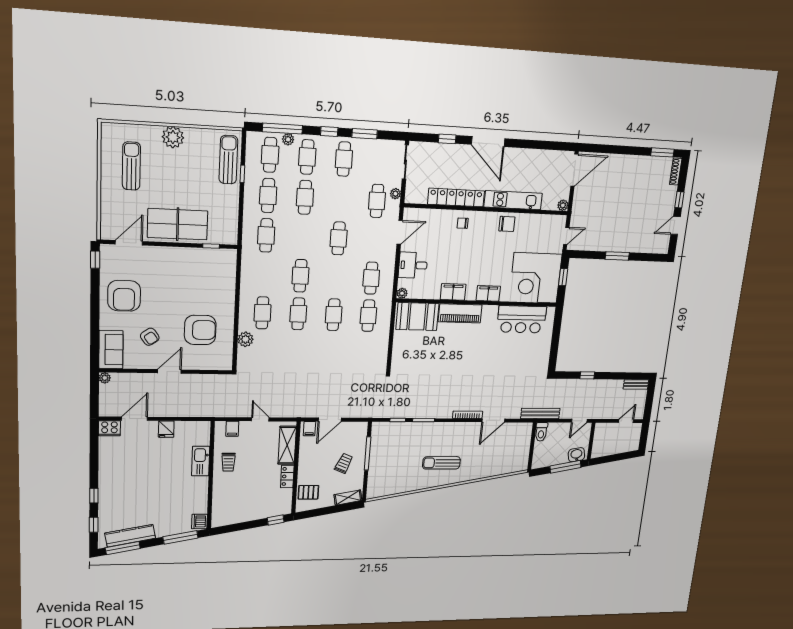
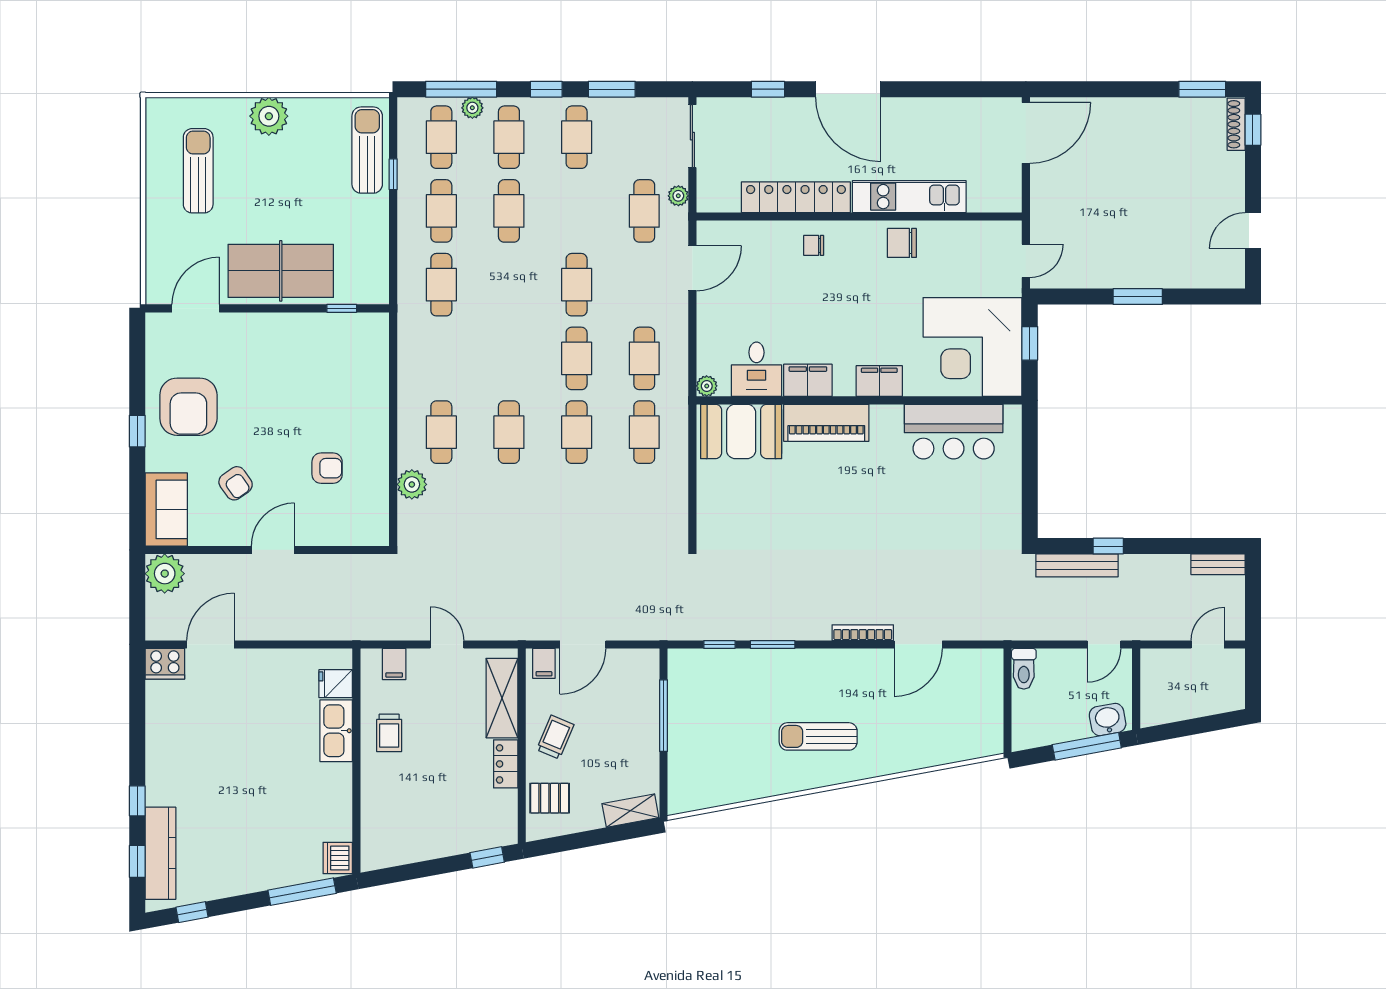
window: (679, 200) -> (1253, 130), moved
plant: (563, 205) -> (1011, 202), removed
chair: (507, 224) -> (902, 243), turned 180
window: (95, 260) -> (137, 431), moved
desk: (413, 265) -> (756, 369), moved, turned -90
cafe table: (300, 276) -> (577, 358), moved
armchair: (200, 330) -> (327, 468), width x0.53, depth x0.53
plant: (105, 378) -> (165, 574), width x1.87, depth x1.87
bench: (540, 414) -> (1077, 565), moved
fridge: (166, 429) -> (336, 684), moved, turned 90
trolley: (344, 463) -> (555, 737), moved
kitchen counter: (130, 536) -> (160, 853), moved, turned 100
window: (123, 548) -> (192, 912), width x0.46

